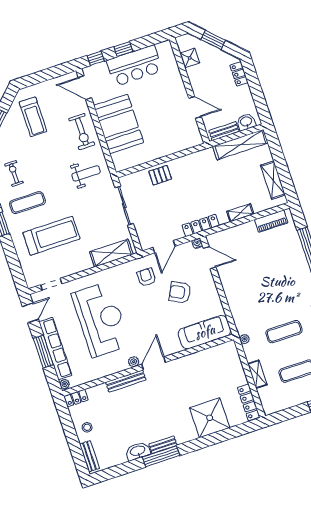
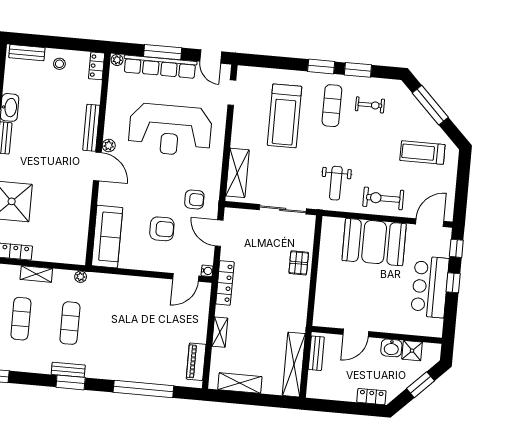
washbasin: (246, 122) -> (391, 348), moved, turned 90
armchair: (180, 292) -> (162, 229), turned 63

